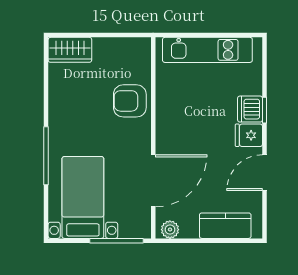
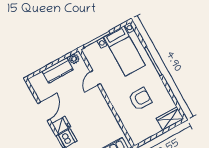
armchair: (130, 101) -> (140, 99), moved
door: (153, 181) -> (95, 78), width x0.53
kitchen counter: (225, 226) -> (58, 70), moved

